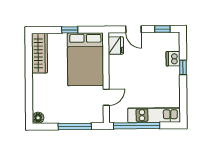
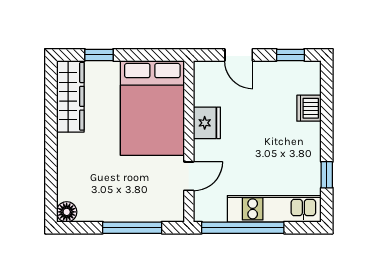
window: (70, 30) -> (99, 55), moved
fridge: (116, 46) -> (207, 123), moved
window: (183, 67) -> (327, 175), moved

